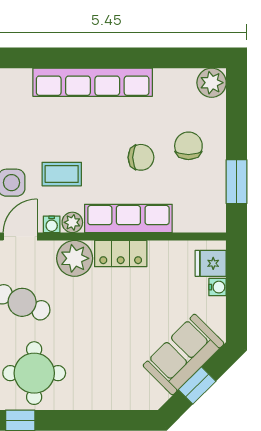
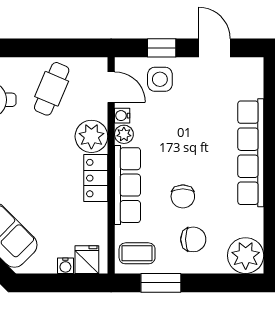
plant: (212, 83) -> (246, 256), width x1.36, depth x1.36
coffee table: (62, 174) -> (137, 253), moved, turned 90

